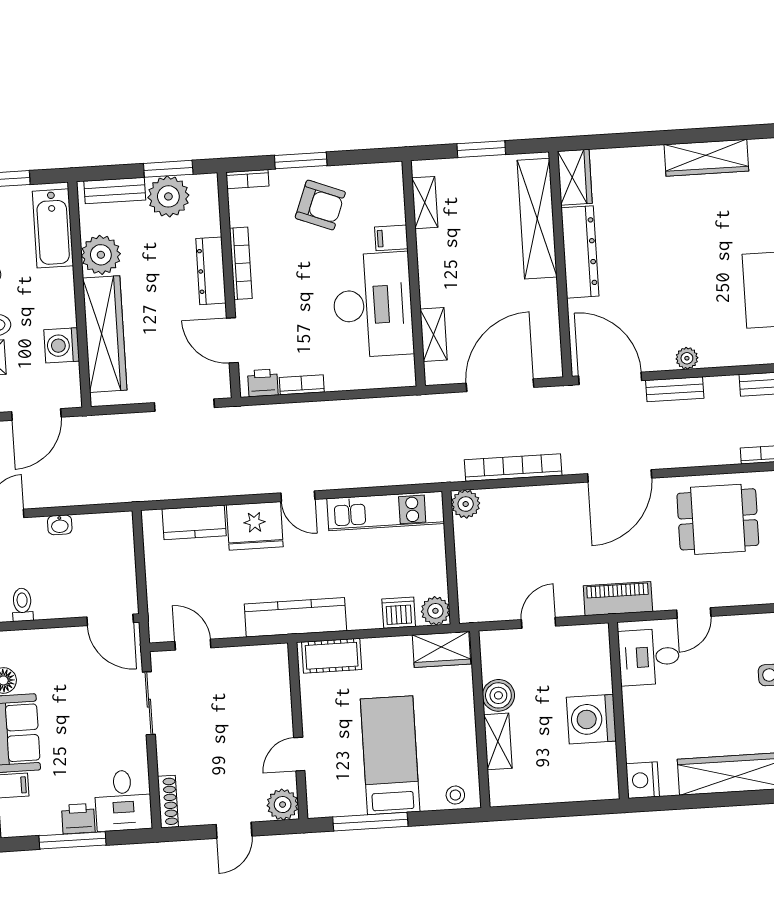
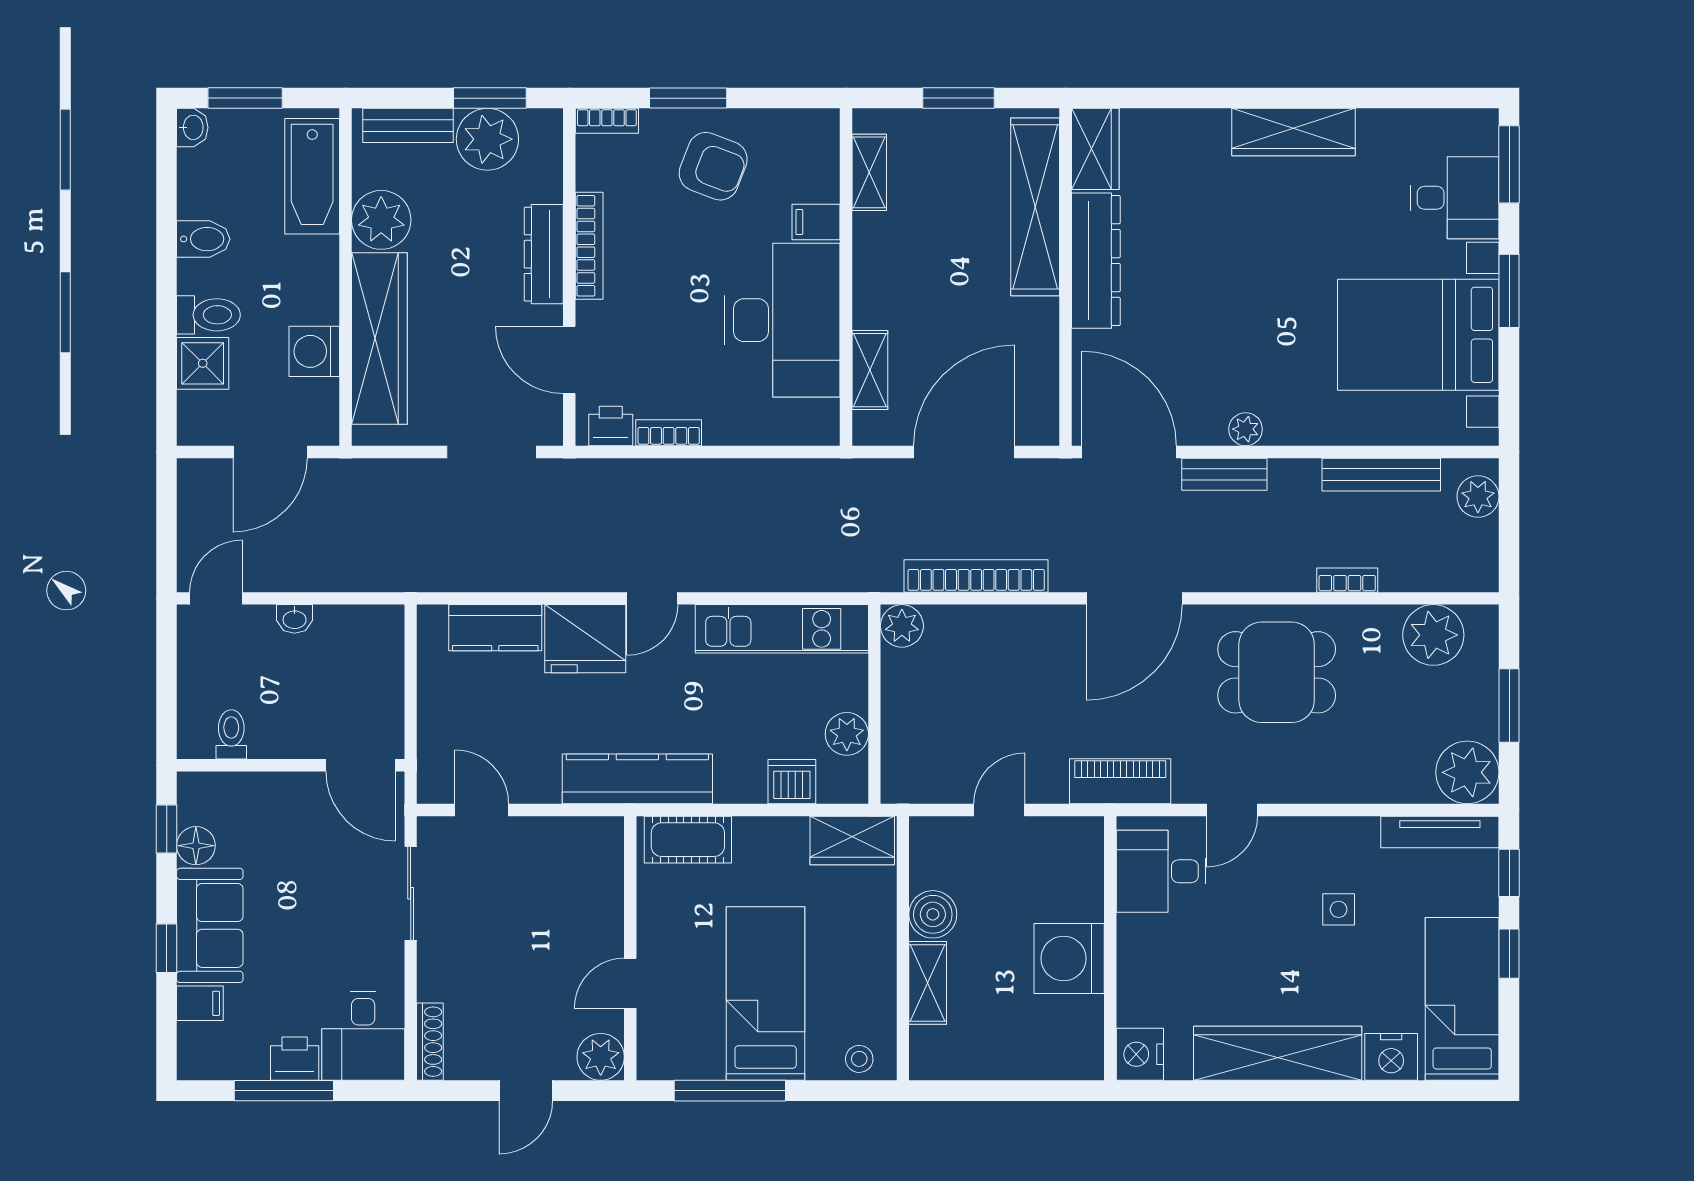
door: (298, 496) -> (652, 598), hinge flipped
plant: (435, 611) -> (847, 734), moved

